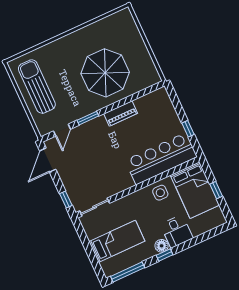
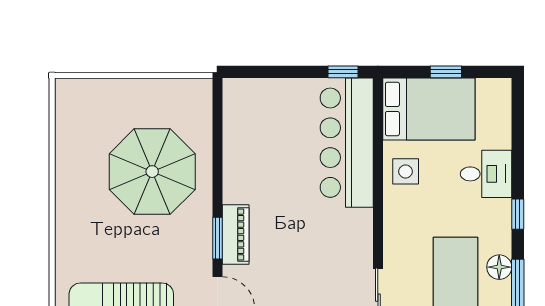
piano: (121, 113) -> (236, 234), moved
window: (188, 129) -> (343, 72), moved
floor lamp: (162, 246) -> (499, 267), moved

